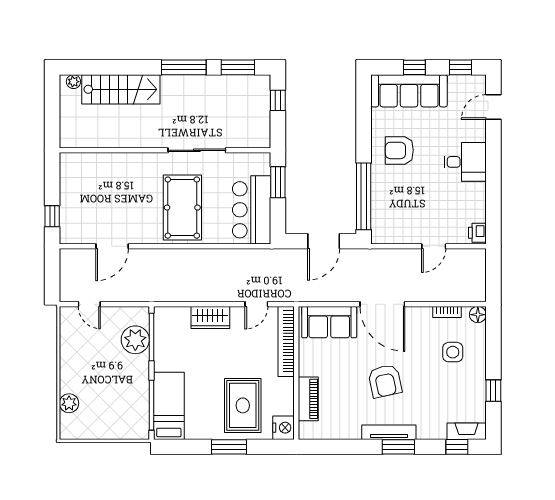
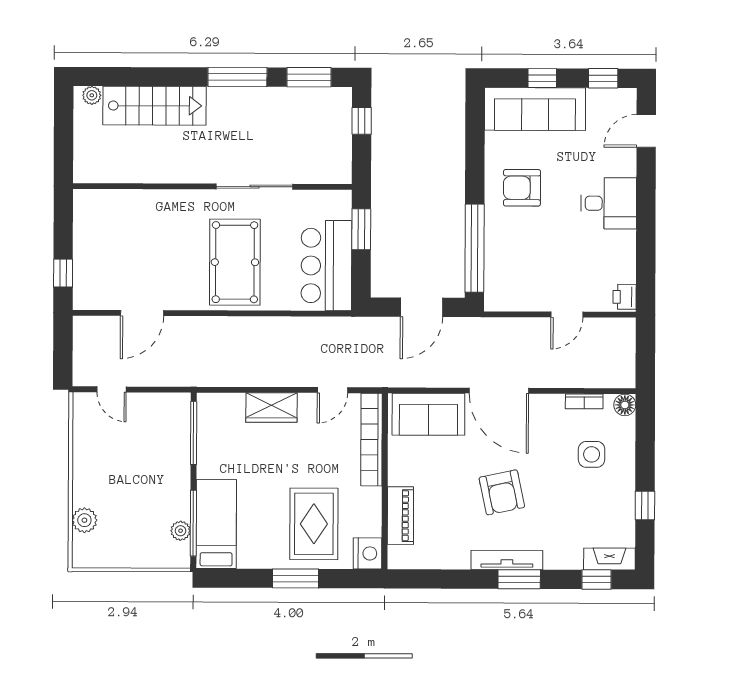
plant: (135, 340) -> (181, 531), moved, width x0.53, depth x0.53

